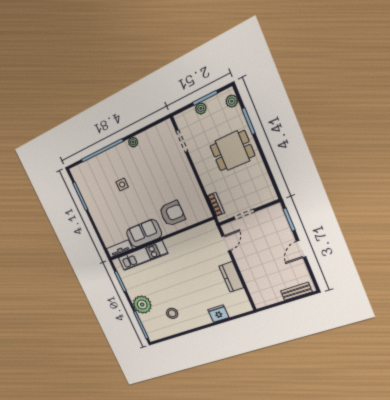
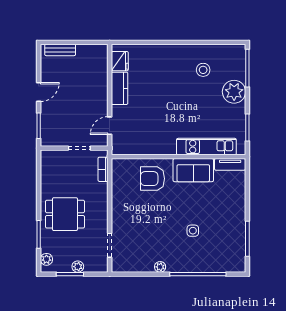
fridge: (218, 314) -> (120, 61), moved, turned -90

